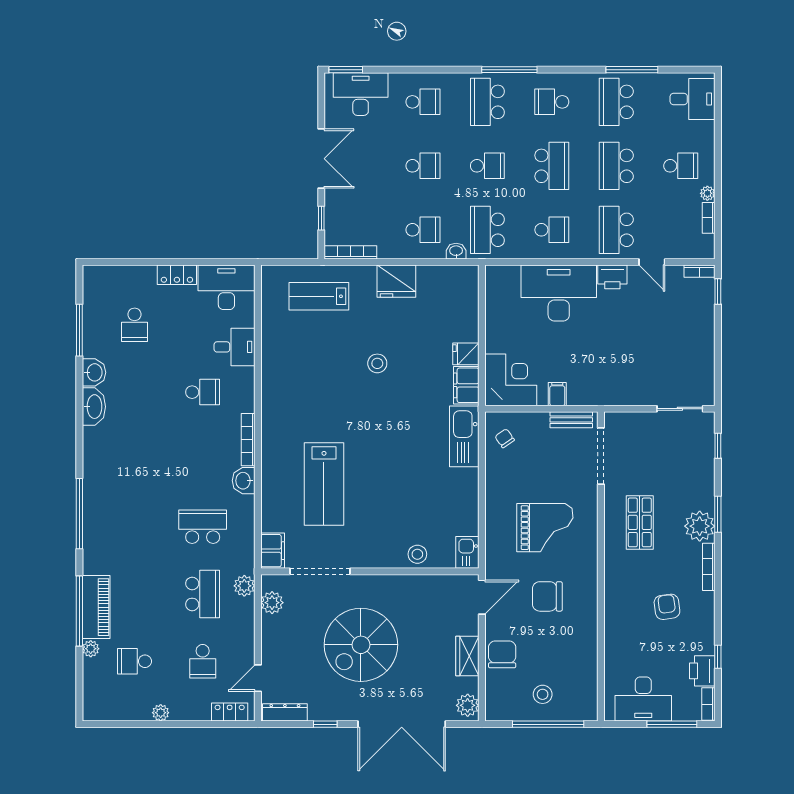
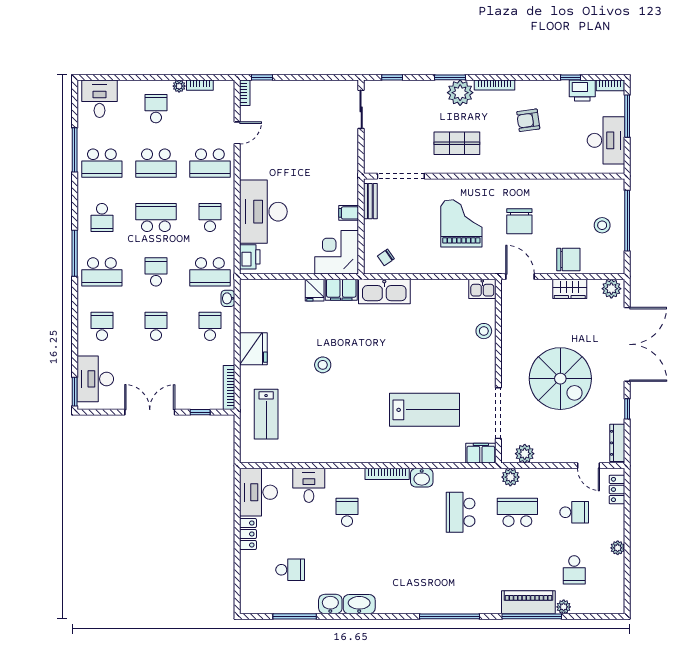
printer: (612, 277) -> (250, 257), moved
chair: (502, 654) -> (568, 259), turned 180

